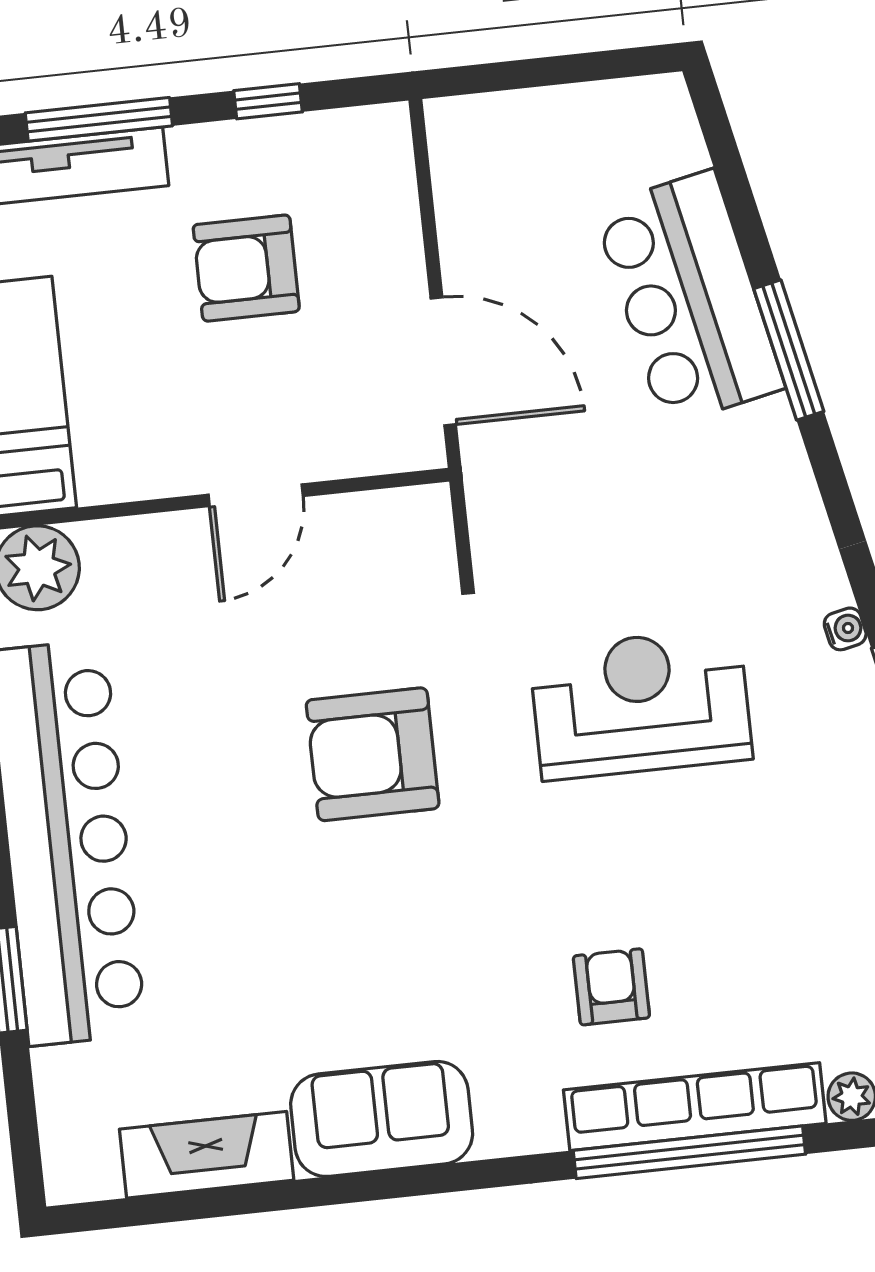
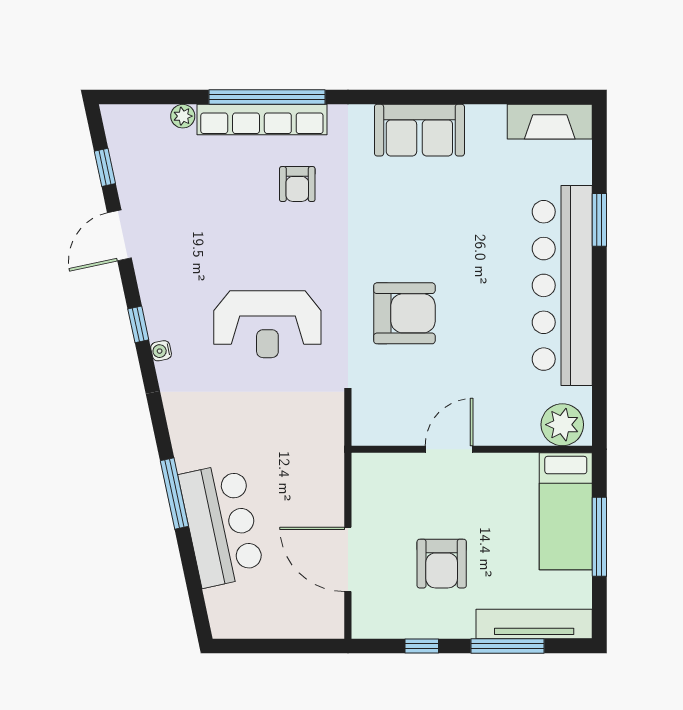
armchair: (246, 268) -> (442, 564), turned 90
door: (443, 361) -> (348, 559), moved
fireplace: (207, 1155) -> (550, 122), moved

